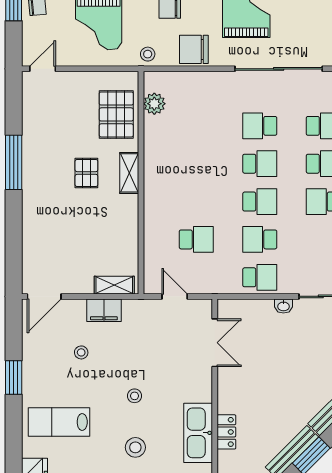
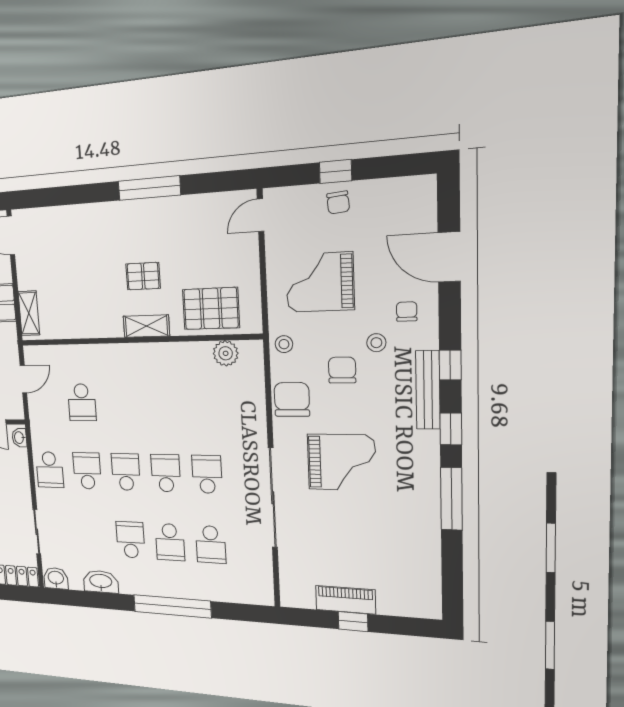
door: (43, 69) -> (261, 215), swing flipped
school desk: (260, 164) -> (166, 473), turned 180
school desk: (260, 202) -> (126, 472), turned 180
washbasin: (283, 306) -> (19, 438), moved

